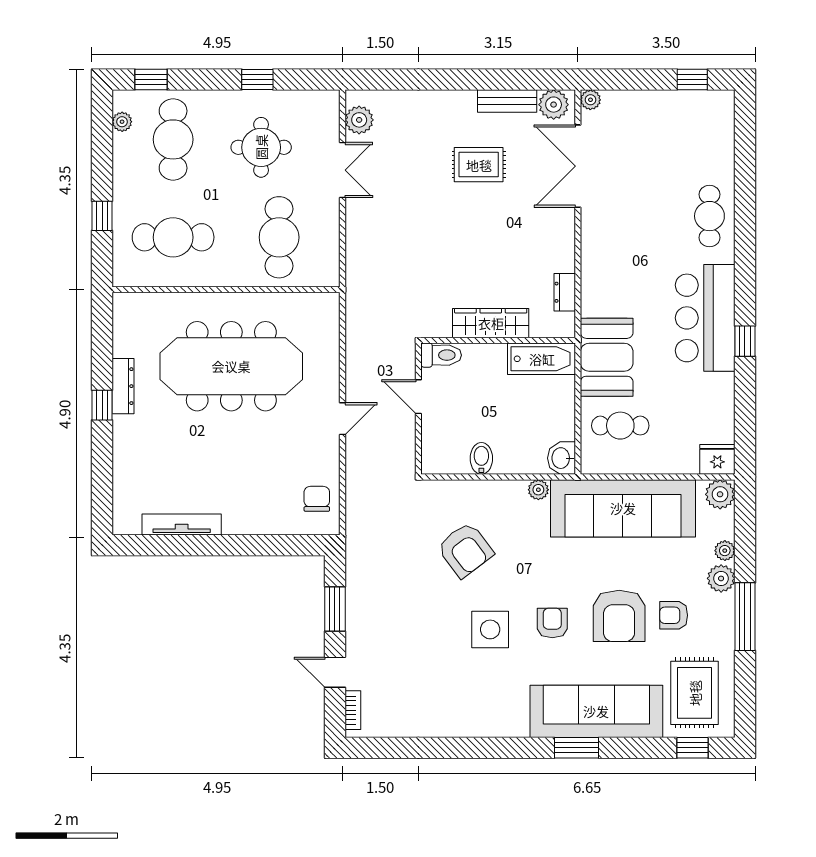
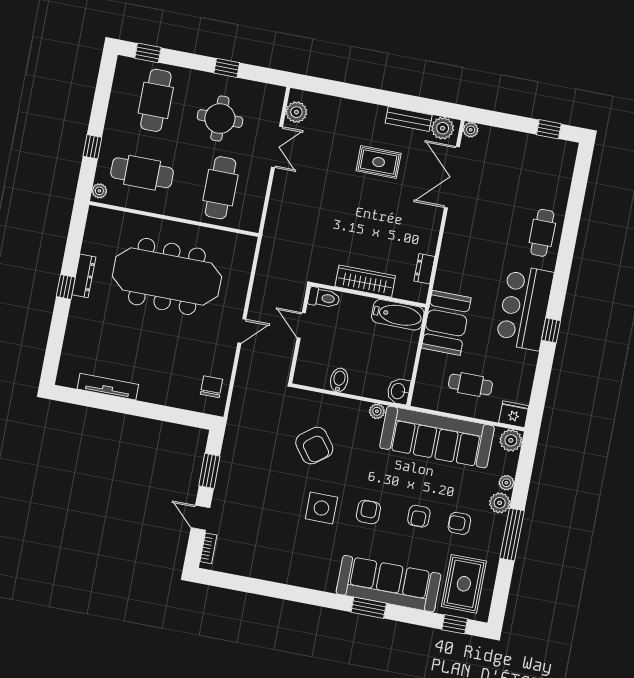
plant: (122, 122) -> (99, 191), moved
cafe table: (620, 426) -> (470, 385), moved
armchair: (619, 616) -> (419, 516), width x0.53, depth x0.53

